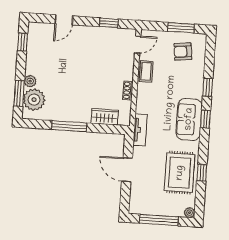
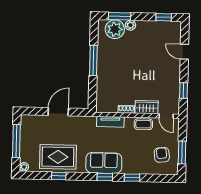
wardrobe: (105, 117) -> (147, 107), moved, turned -90
tv unit: (140, 130) -> (110, 122), moved

